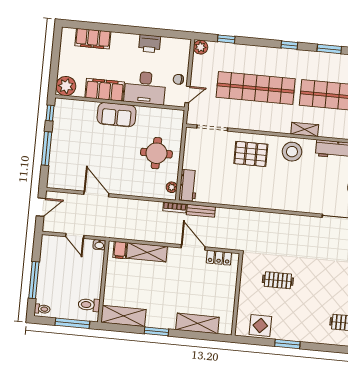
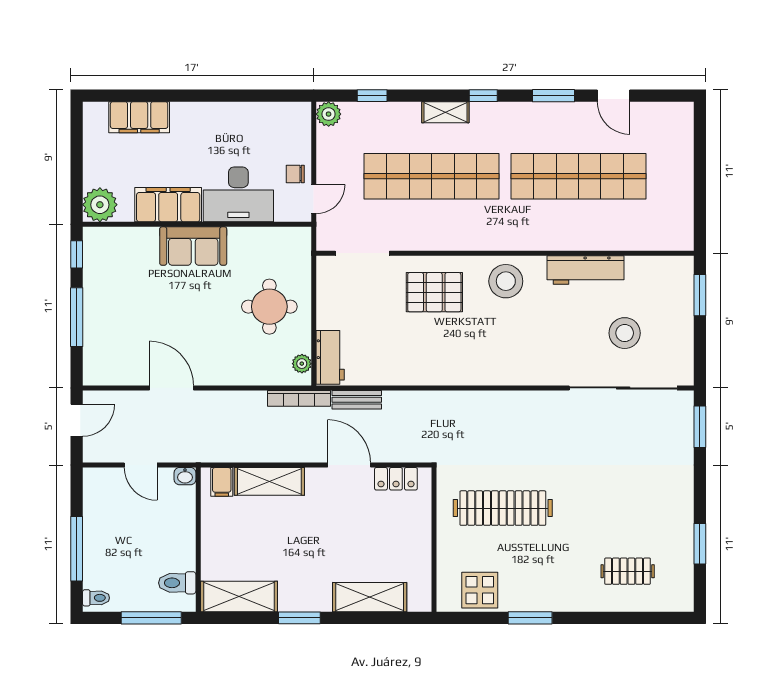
printer: (150, 44) -> (239, 116), removed
shelving: (305, 129) -> (445, 112), moved
bookcase: (175, 207) -> (299, 398), width x1.56
clothes rail: (278, 280) -> (503, 508), width x1.86, depth x1.31

